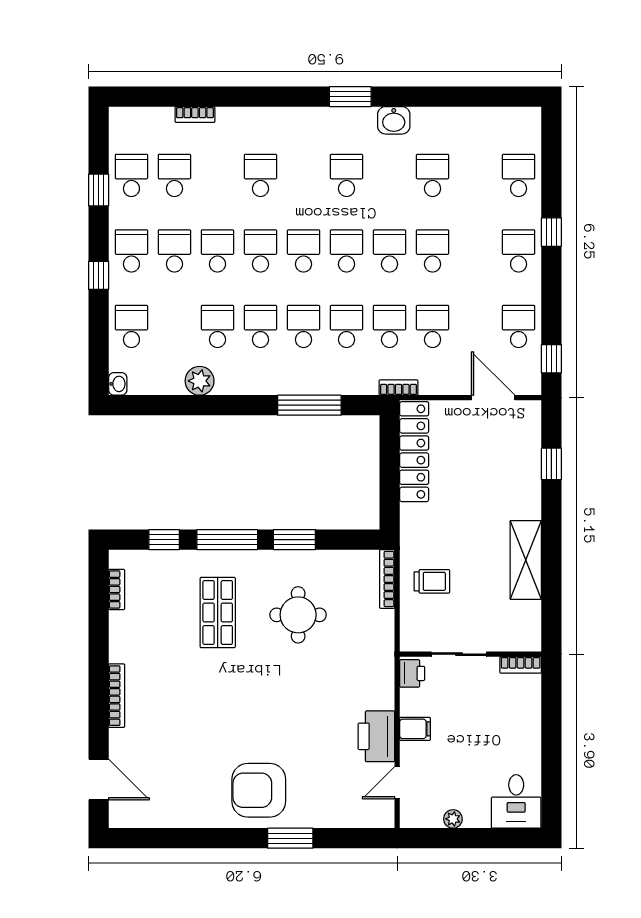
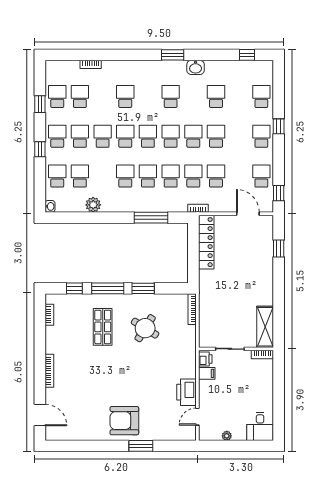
window: (491, 97) -> (247, 55), added
school desk: (217, 326) -> (80, 176), moved
shelving: (526, 560) -> (265, 327), moved
trolley: (432, 581) -> (216, 310), removed
round table: (298, 615) -> (145, 328), turned 32
filing cabinet: (415, 729) -> (207, 373), moved

